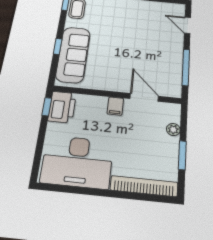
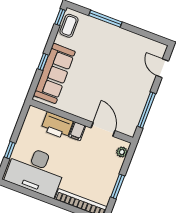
window: (47, 107) -> (10, 150), moved
printer: (62, 107) -> (57, 125), moved, turned 90
plant: (173, 129) -> (122, 152), moved

